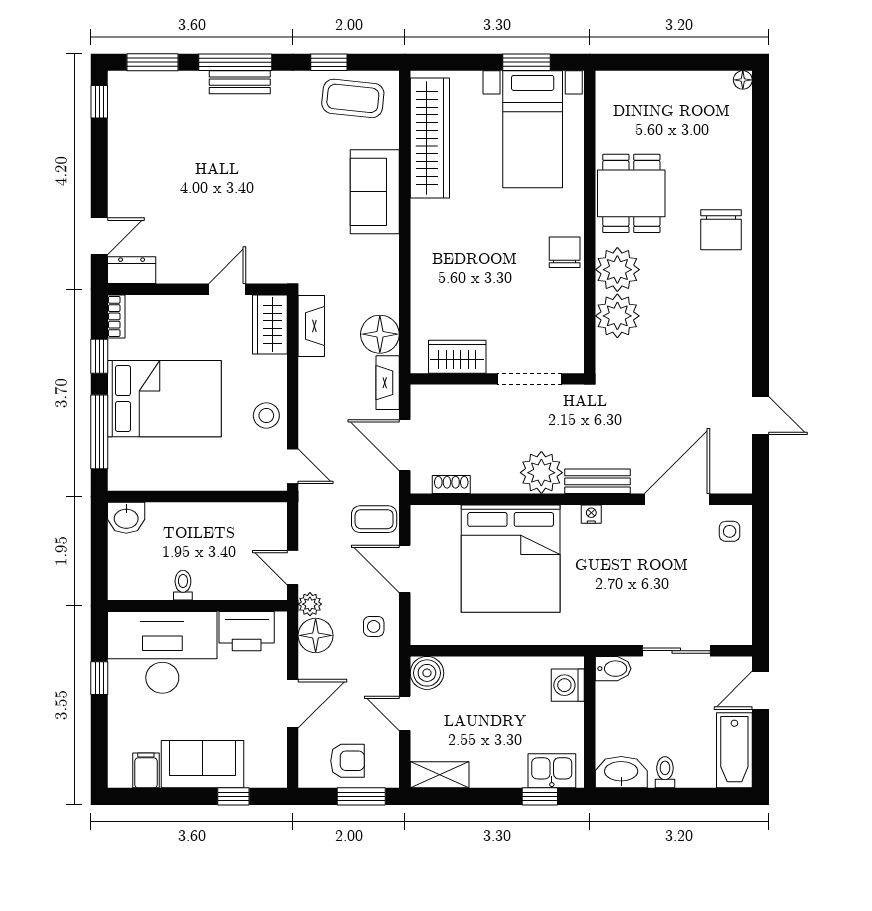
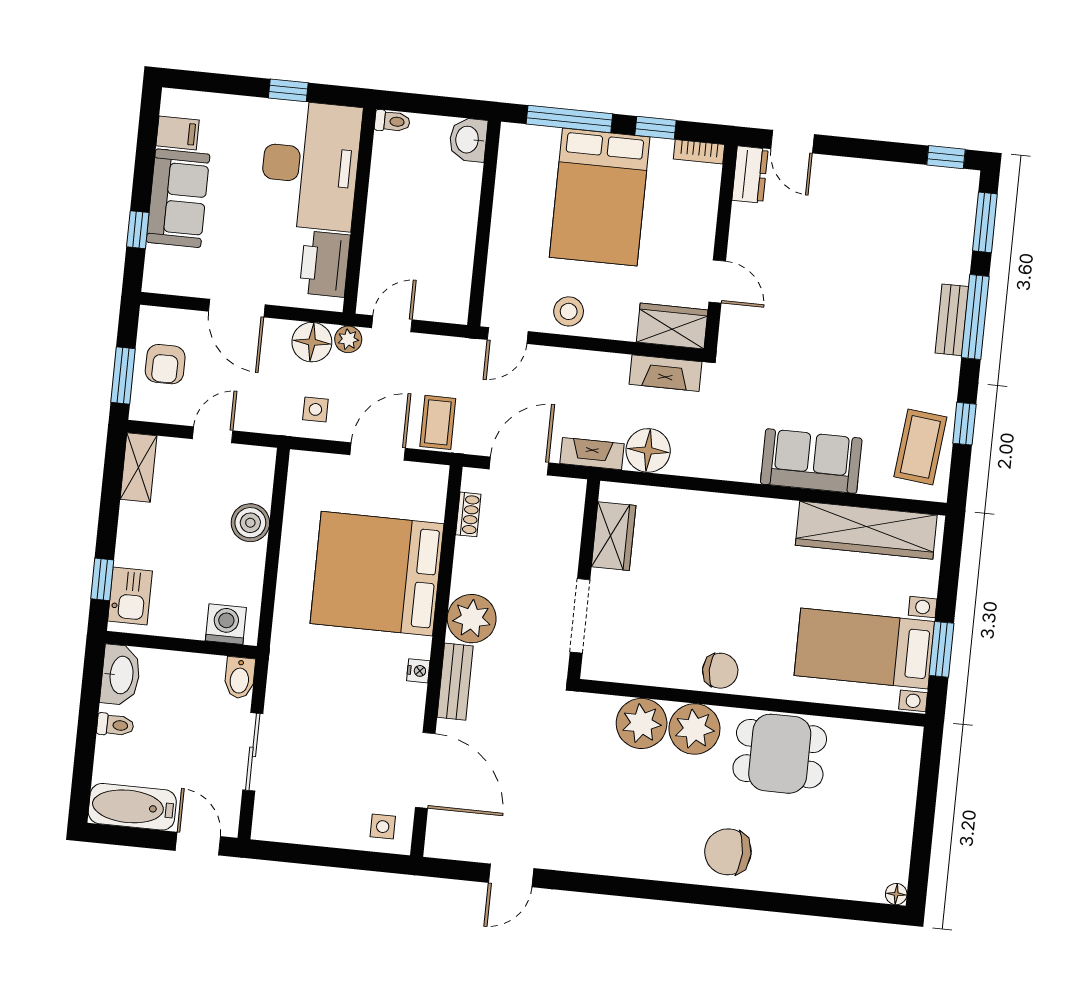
toilet: (183, 585) -> (392, 121), moved
boiler: (427, 673) -> (250, 523), moved

